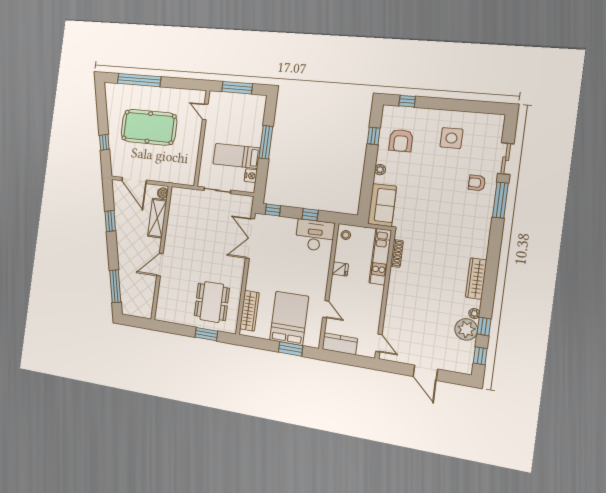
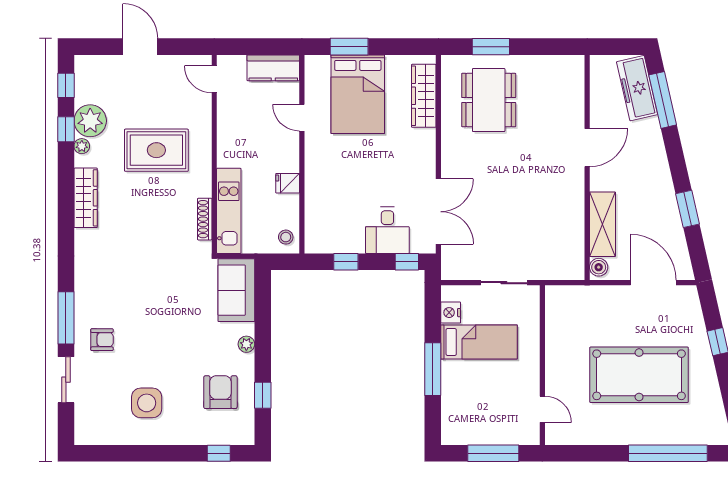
desk: (315, 235) -> (387, 230), moved, width x0.73
freezer: (128, 295) -> (637, 88), added
rug: (423, 303) -> (156, 150), added

